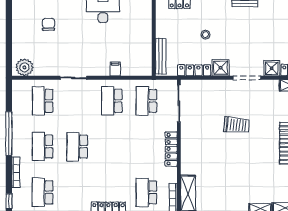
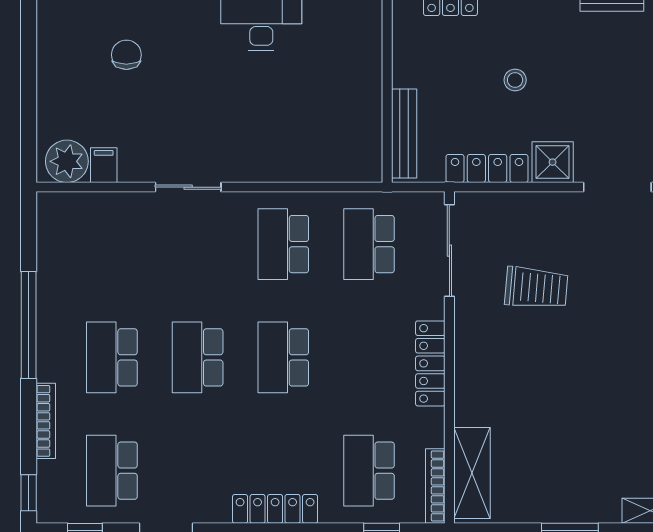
filing cabinet: (115, 69) -> (104, 165), moved
school desk: (43, 101) -> (283, 357), moved
trolley: (237, 125) -> (536, 288), moved

